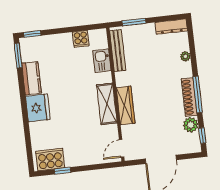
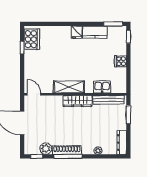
cooker: (81, 39) -> (120, 61), moved
wardrobe: (126, 105) -> (77, 101), moved
fridge: (38, 108) -> (77, 32), width x0.53, depth x0.75

